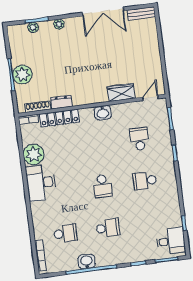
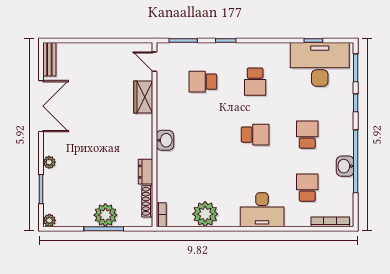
plant: (33, 27) -> (49, 220), moved
washbasin: (103, 113) -> (165, 140), moved
locker: (59, 118) -> (165, 176), removed
desk: (41, 183) -> (262, 210), moved
desk: (171, 241) -> (320, 64), width x1.87, depth x1.30

